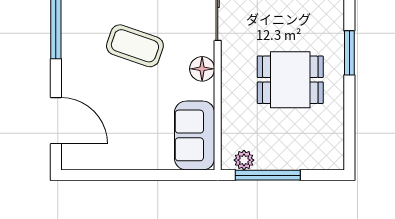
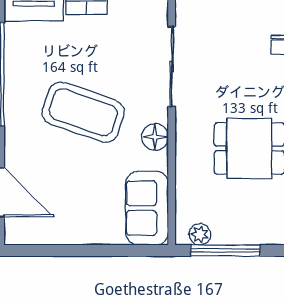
coffee table: (135, 46) -> (83, 112), width x1.36, depth x1.32

